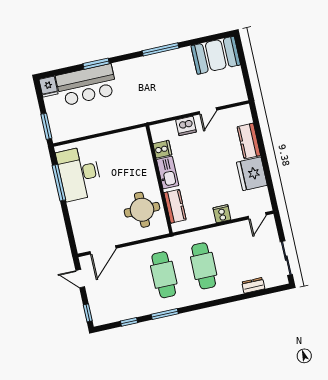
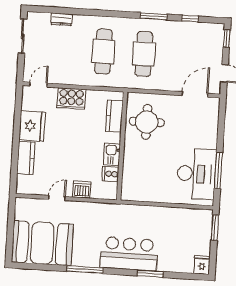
booth: (216, 55) -> (42, 243), width x1.36, depth x1.42
bar counter: (87, 85) -> (129, 254), moved
kitchen sink: (168, 173) -> (112, 154), width x0.73
cooker: (222, 214) -> (71, 99), width x1.87, depth x1.31

